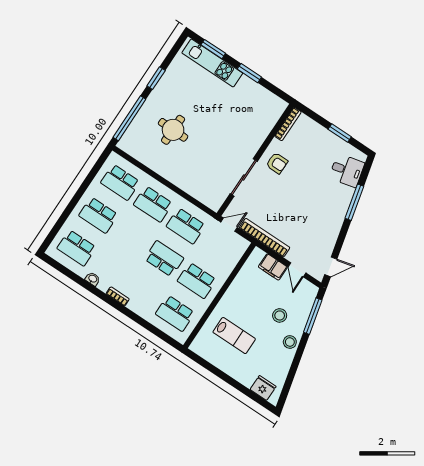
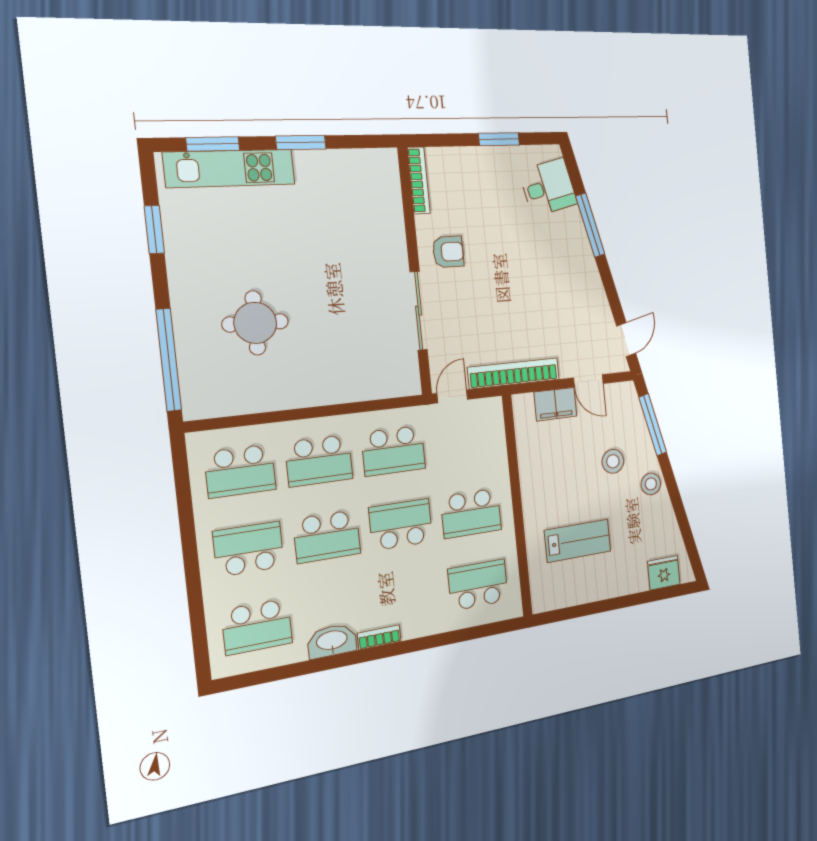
window: (156, 78) -> (154, 230), moved
school desk: (98, 215) -> (249, 549), turned 180
school desk: (131, 237) -> (327, 536), added
washbasin: (93, 279) -> (332, 641), width x1.91, depth x1.45
school desk: (175, 313) -> (478, 585), turned 180

